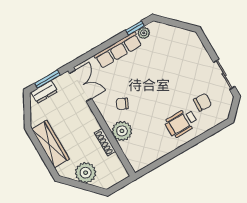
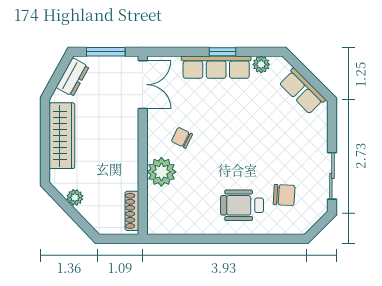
window: (135, 28) -> (222, 52), moved
row of seats: (177, 35) -> (302, 91), added
dresser: (44, 92) -> (73, 77), moved, turned -61
shoe rack: (105, 142) -> (132, 211), moved
plant: (86, 173) -> (75, 197), width x0.53, depth x0.53

